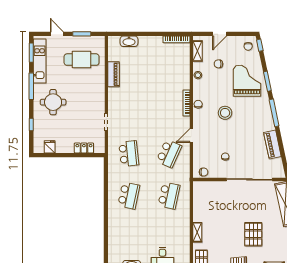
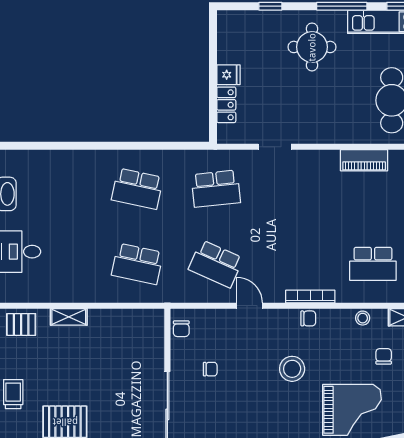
school desk: (169, 70) -> (373, 264), added
fridge: (50, 147) -> (229, 75), moved

